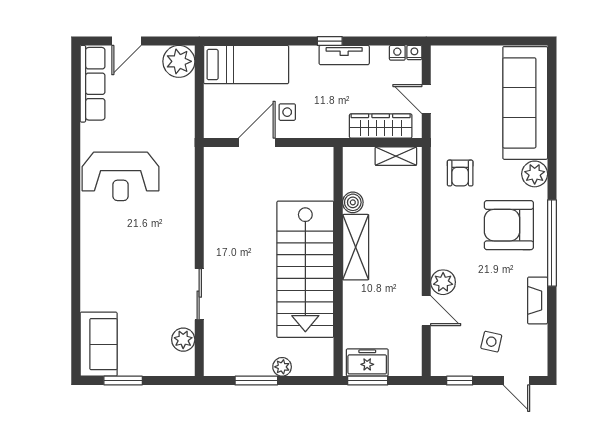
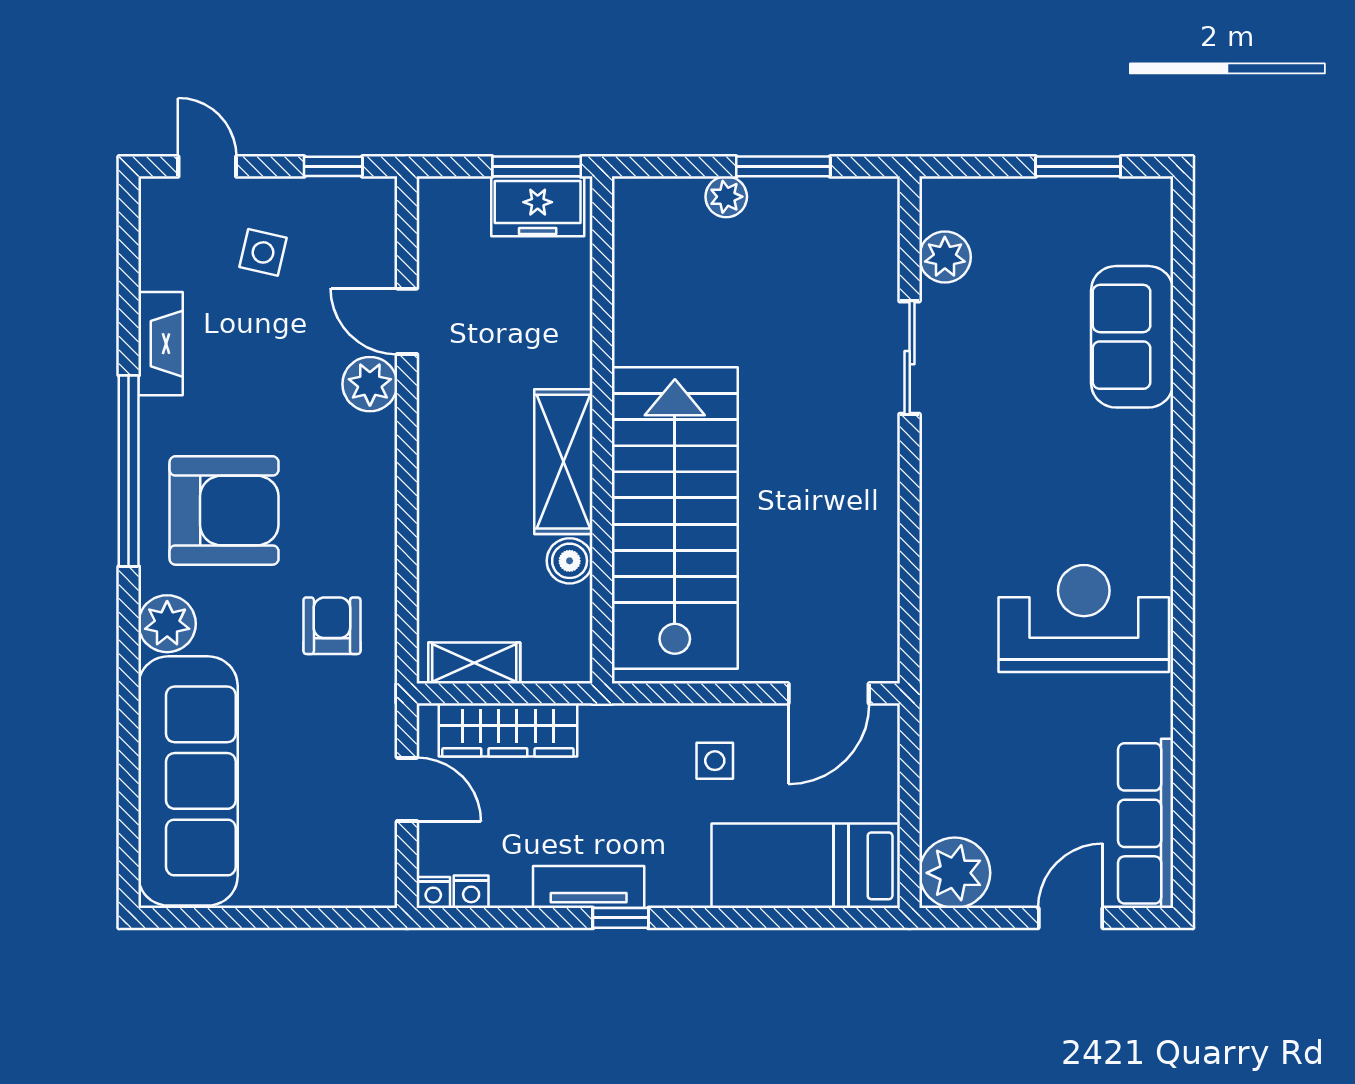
door: (257, 142) -> (829, 693), moved
stairs: (305, 269) -> (675, 518), moved
sofa: (99, 344) -> (1132, 337), moved

